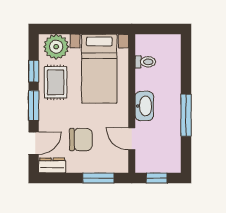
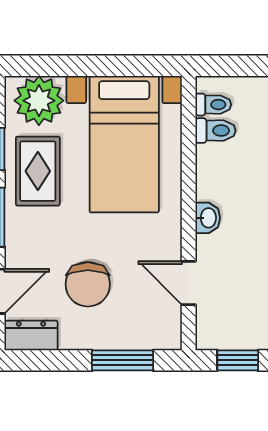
toilet: (144, 49) -> (213, 105), added
washbasin: (144, 106) -> (208, 218), width x0.52, depth x0.69
chair: (81, 140) -> (88, 284), turned 90

